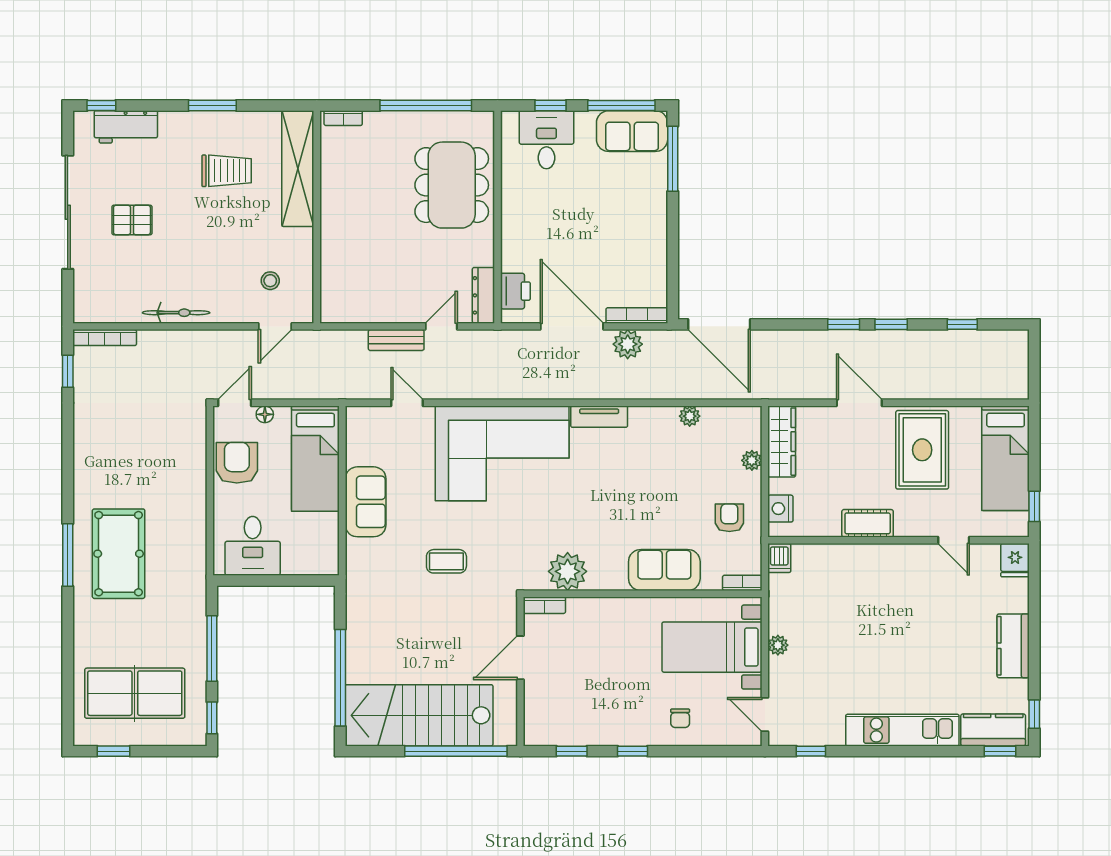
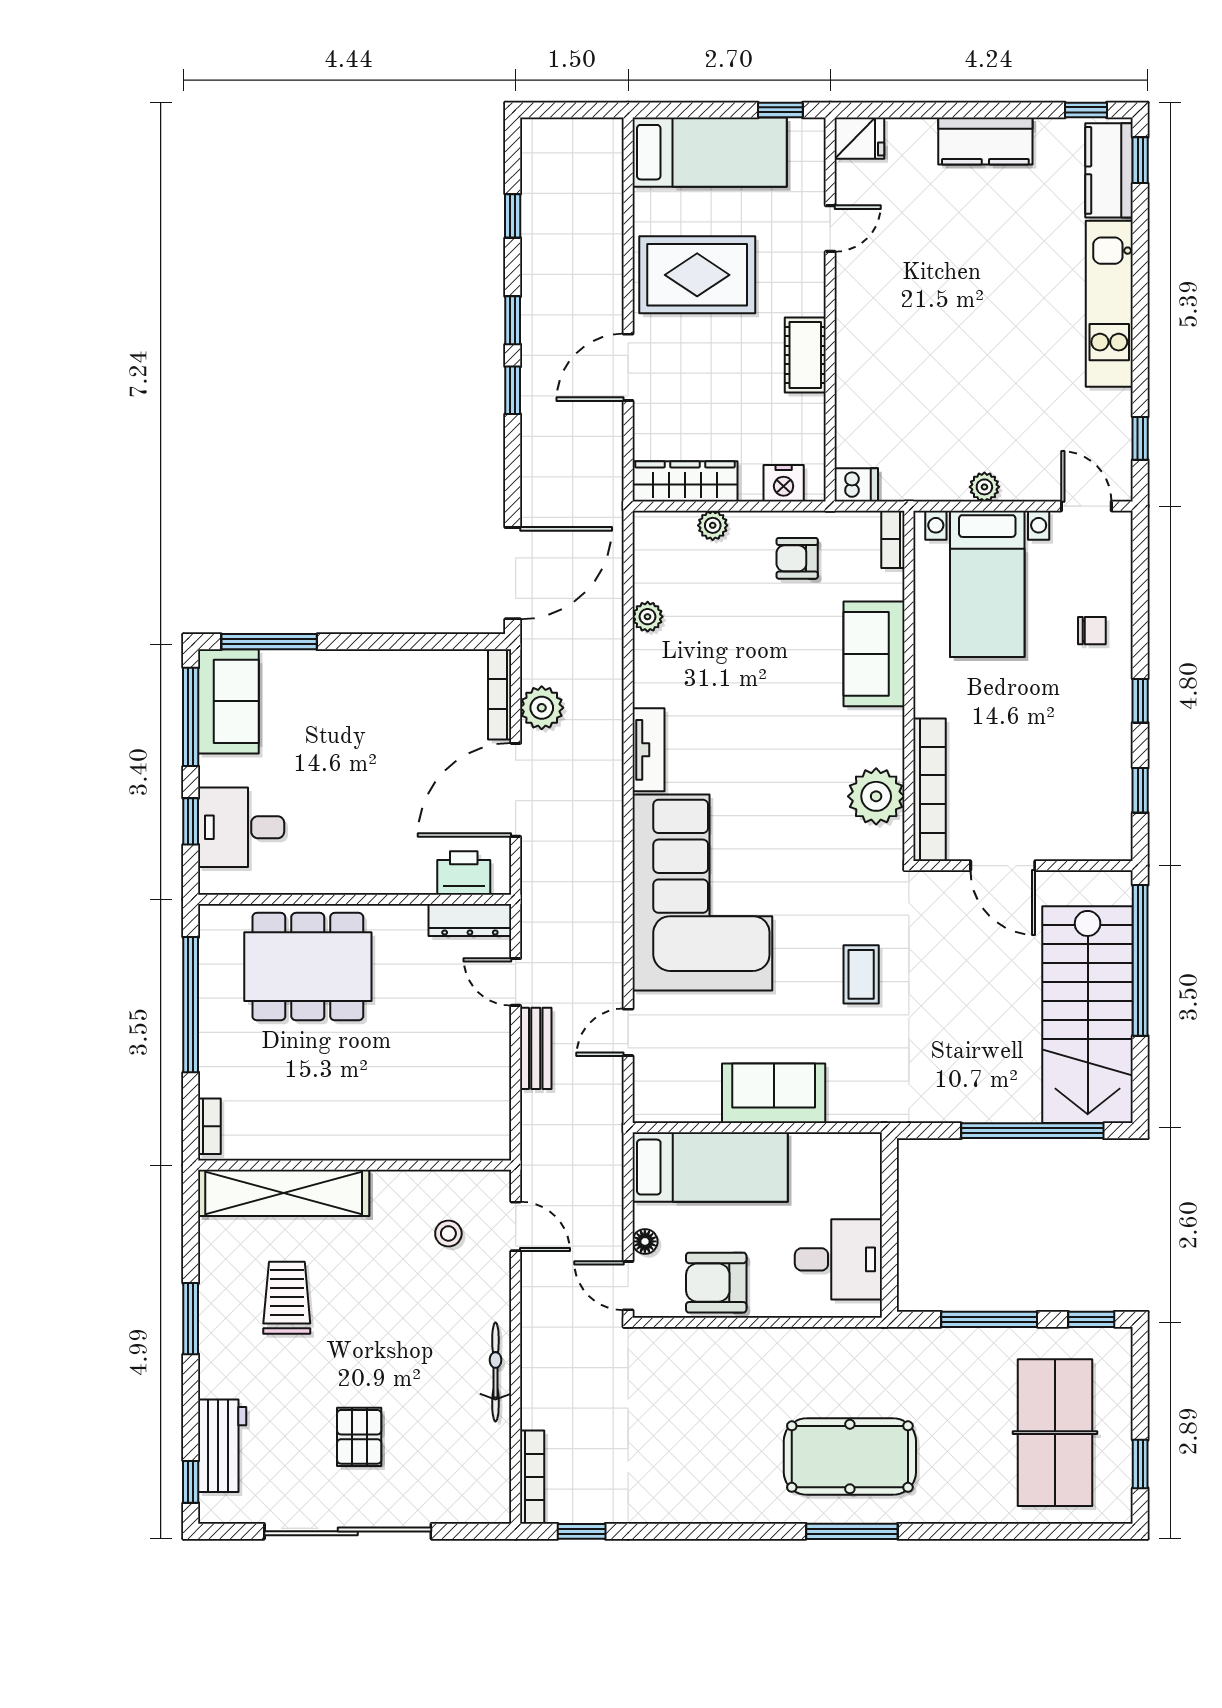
bookcase: (544, 605) -> (930, 790), width x2.31, depth x1.31
door: (765, 714) -> (1086, 506), swing flipped

